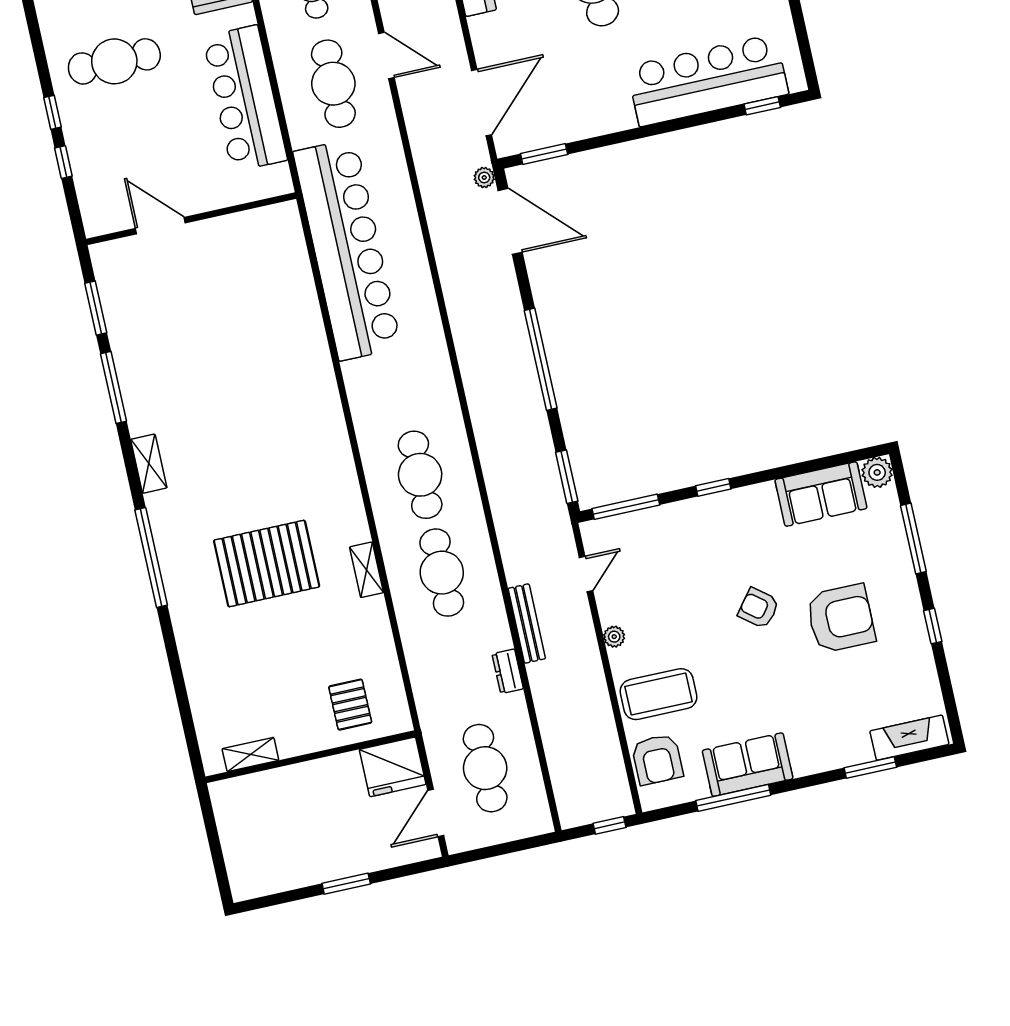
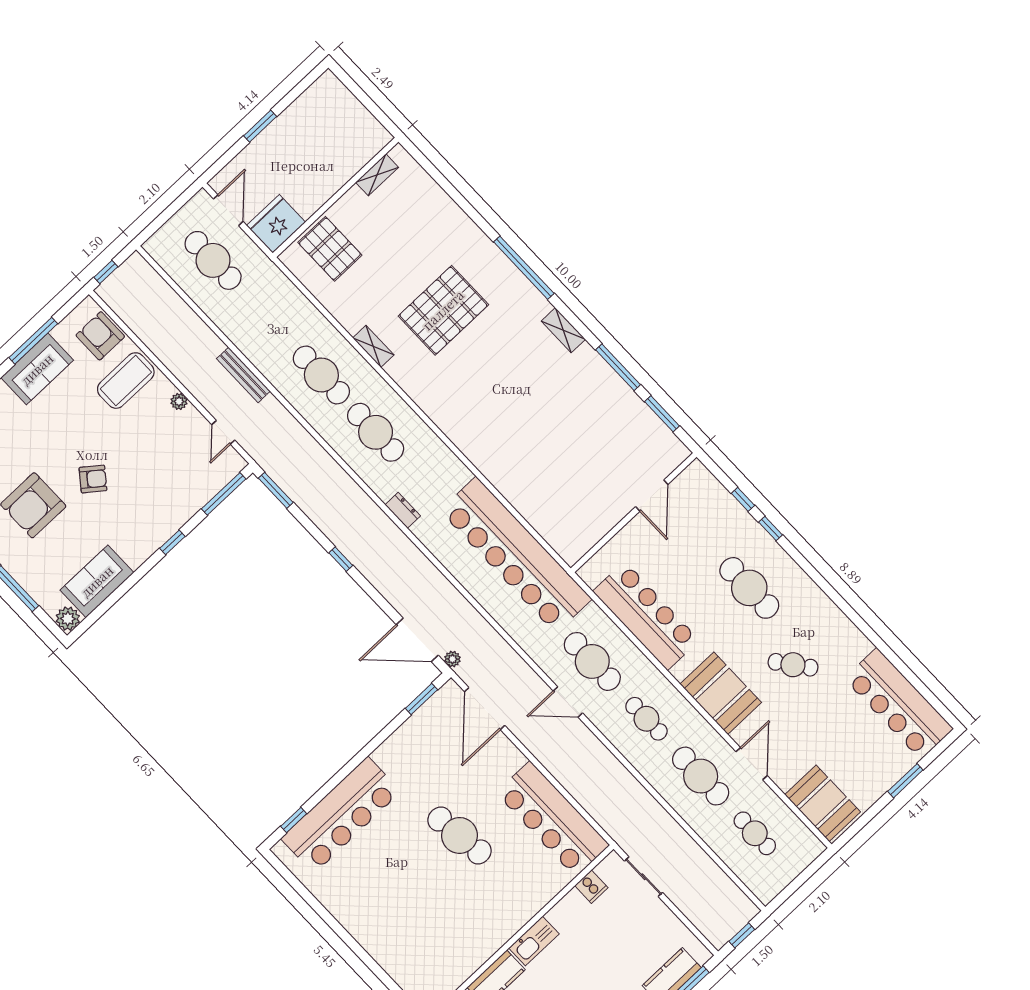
cafe table: (114, 61) -> (749, 588), turned 90
door: (160, 226) -> (652, 496), hinge flipped
window: (541, 359) -> (341, 559), width x0.32
dresser: (508, 671) -> (403, 510), moved
pallet: (350, 705) -> (330, 249), width x1.50, depth x1.42

